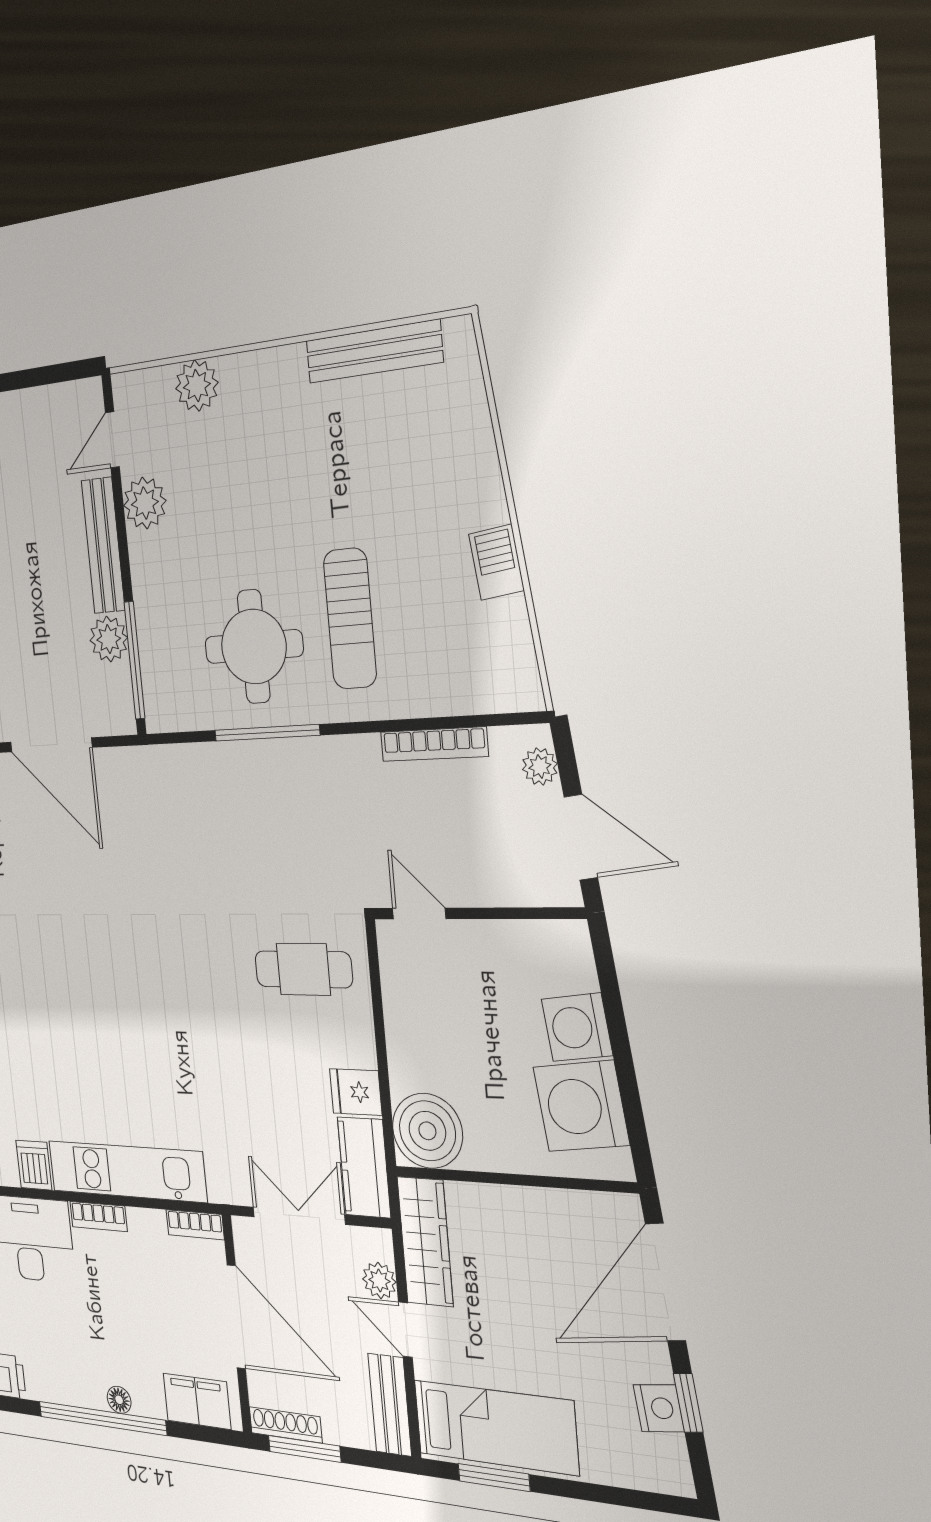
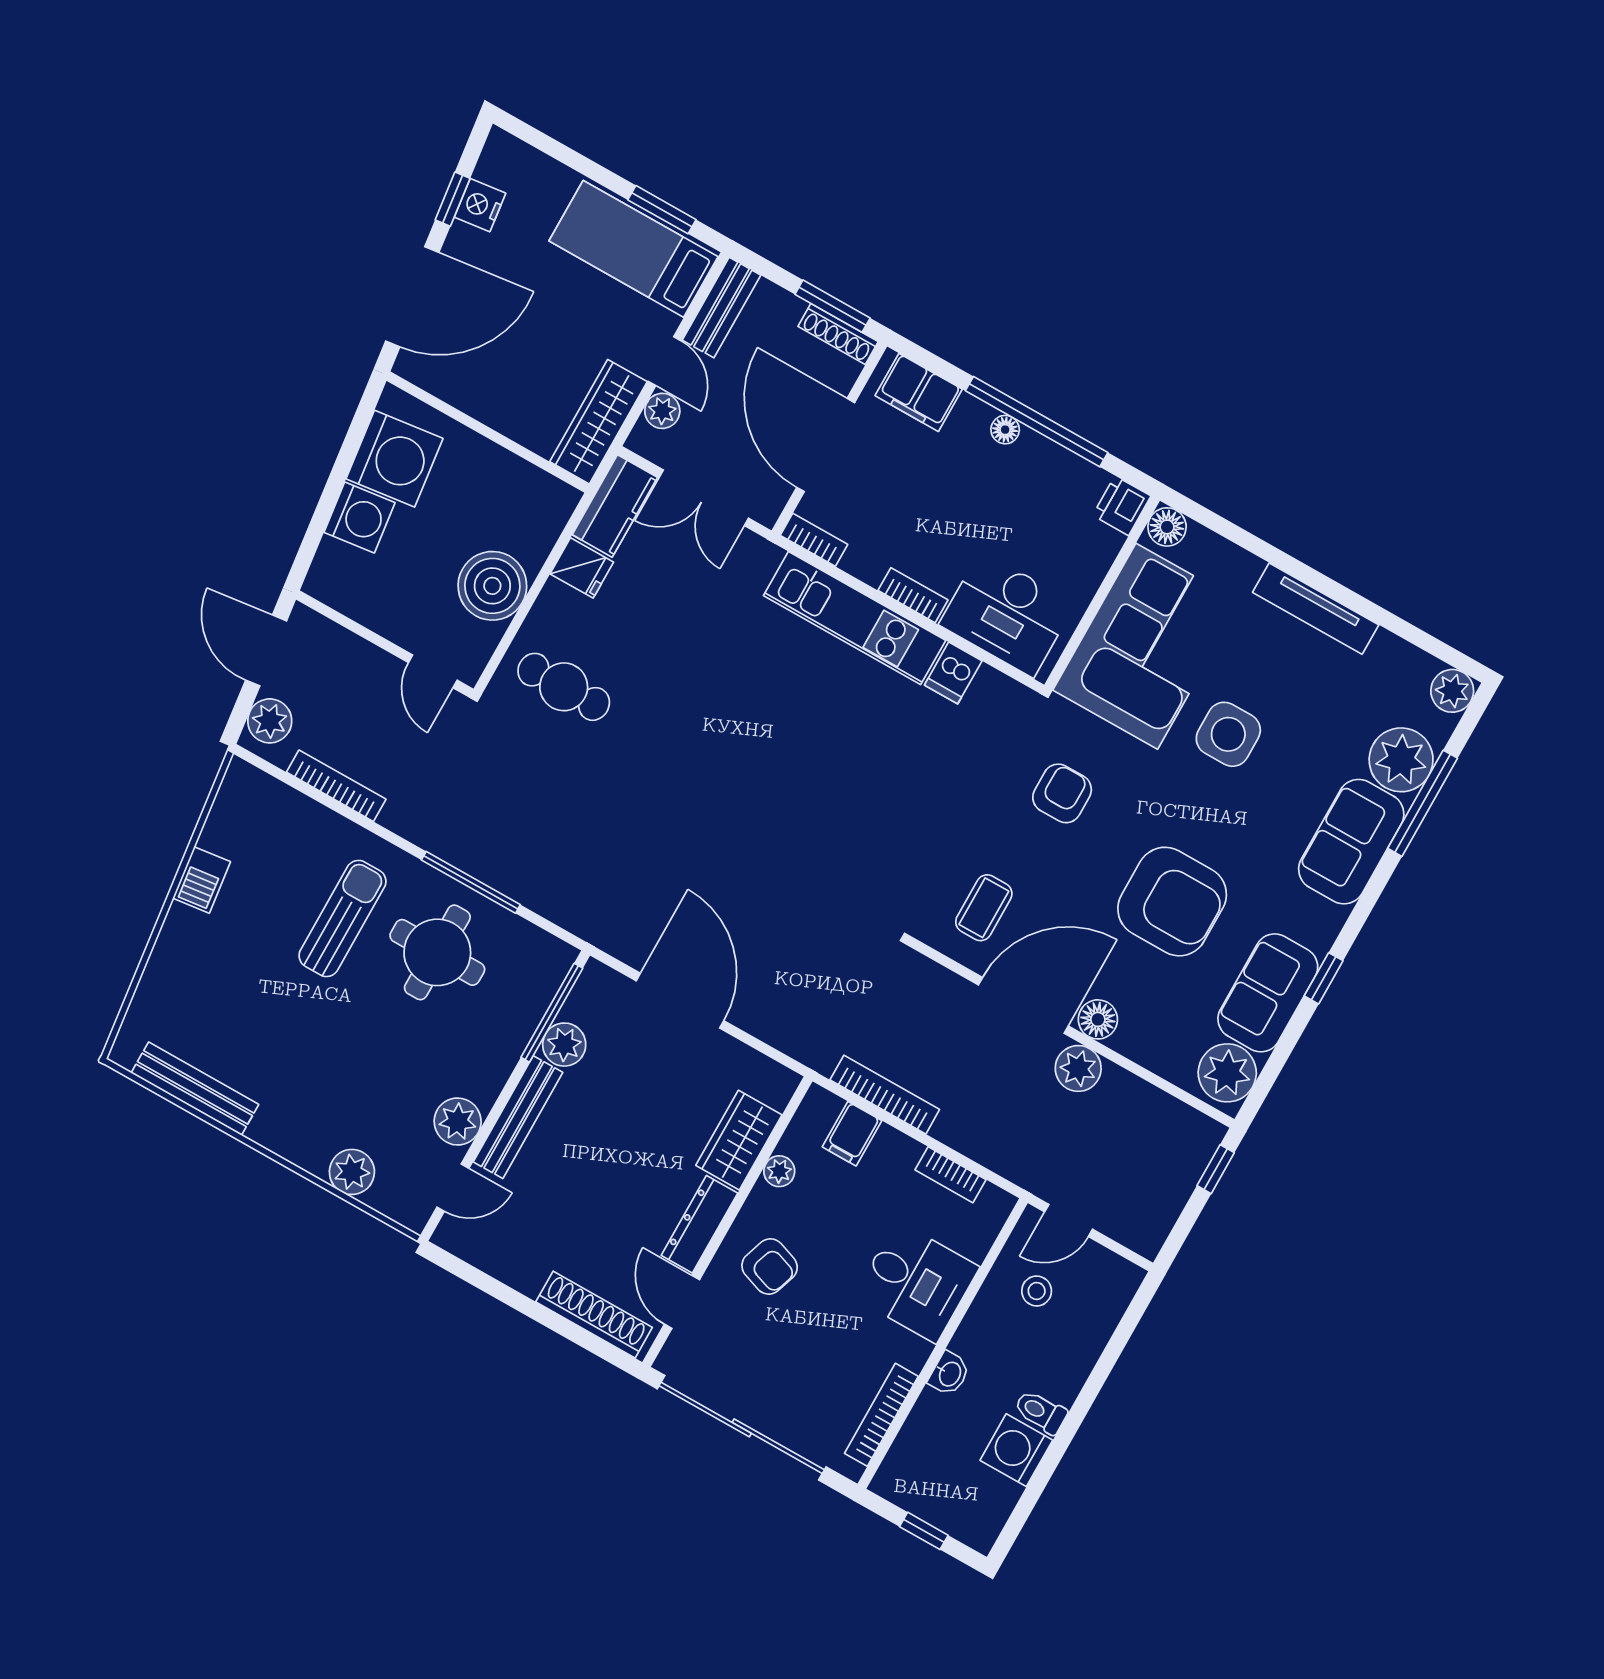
plant: (540, 766) -> (270, 721), width x1.38, depth x1.38
boiler: (427, 1131) -> (492, 586), moved

